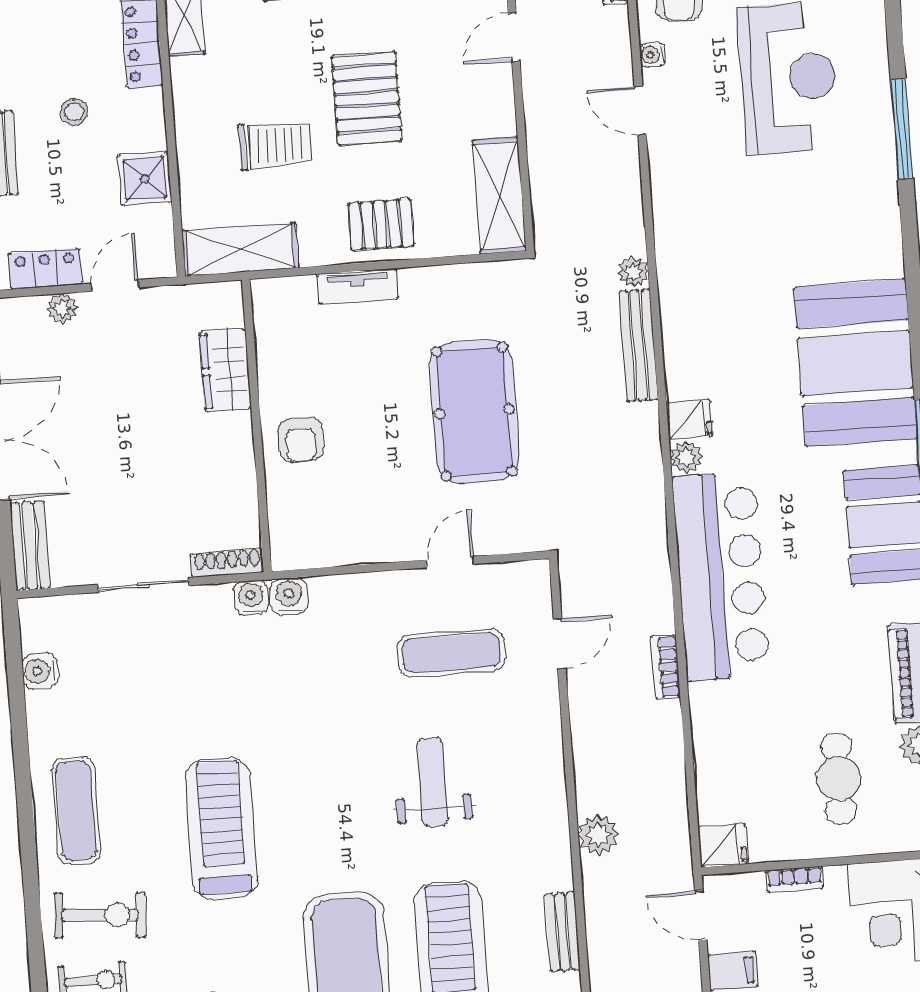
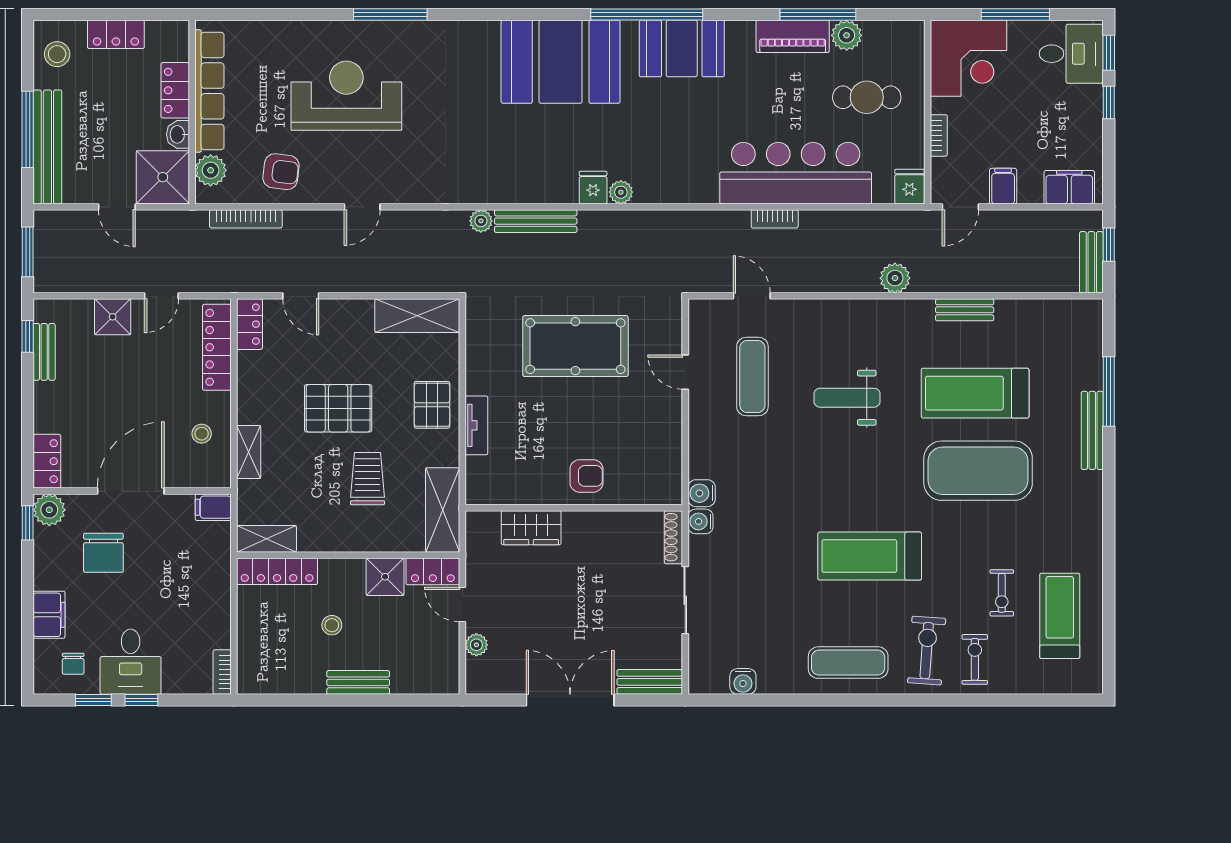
water cooler: (652, 55) -> (322, 195), removed
locker: (45, 269) -> (433, 571), moved, turned -90
bar counter: (721, 576) -> (796, 173), moved

